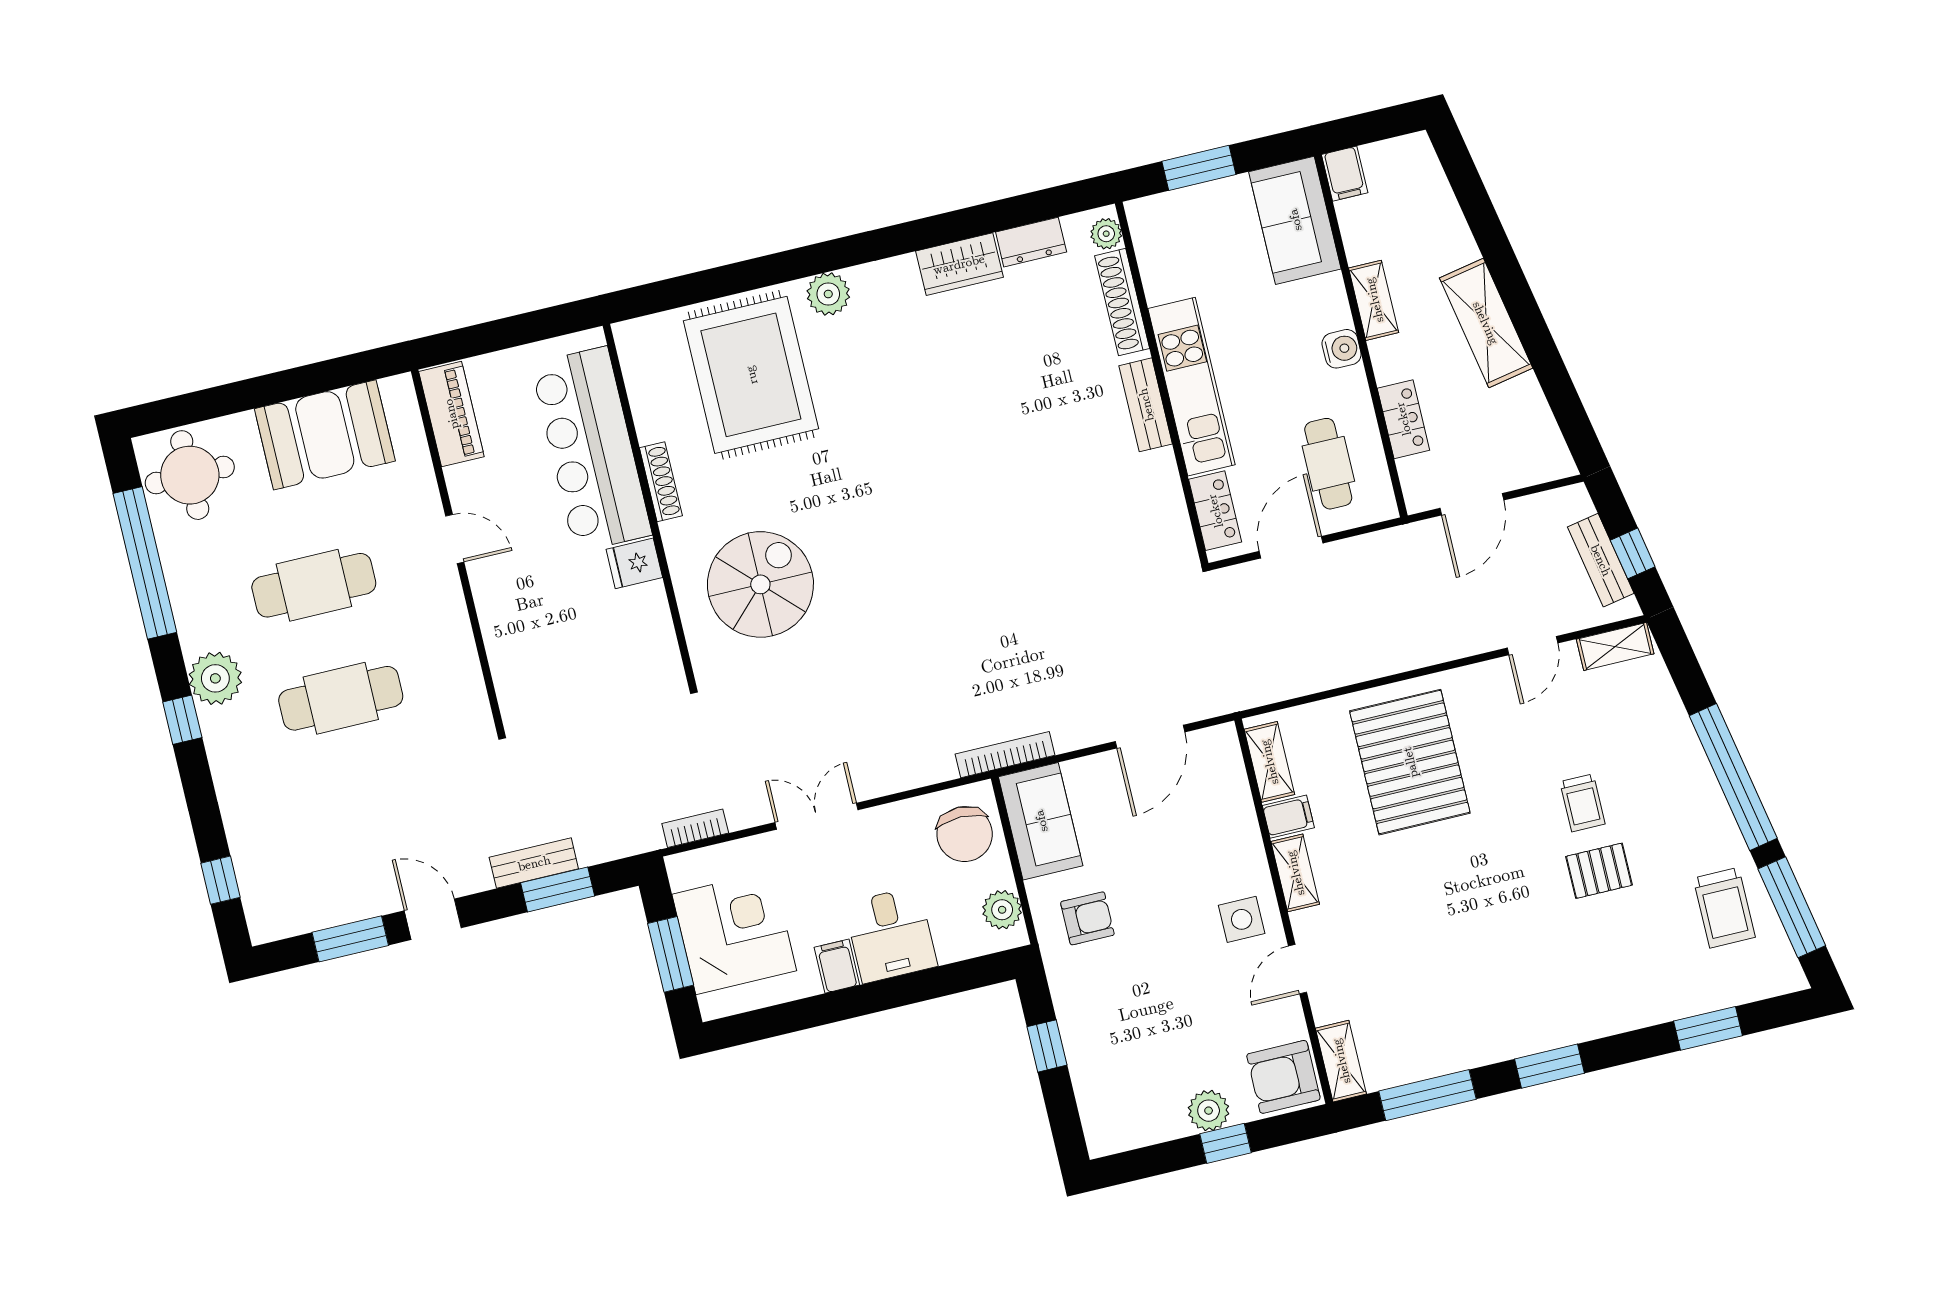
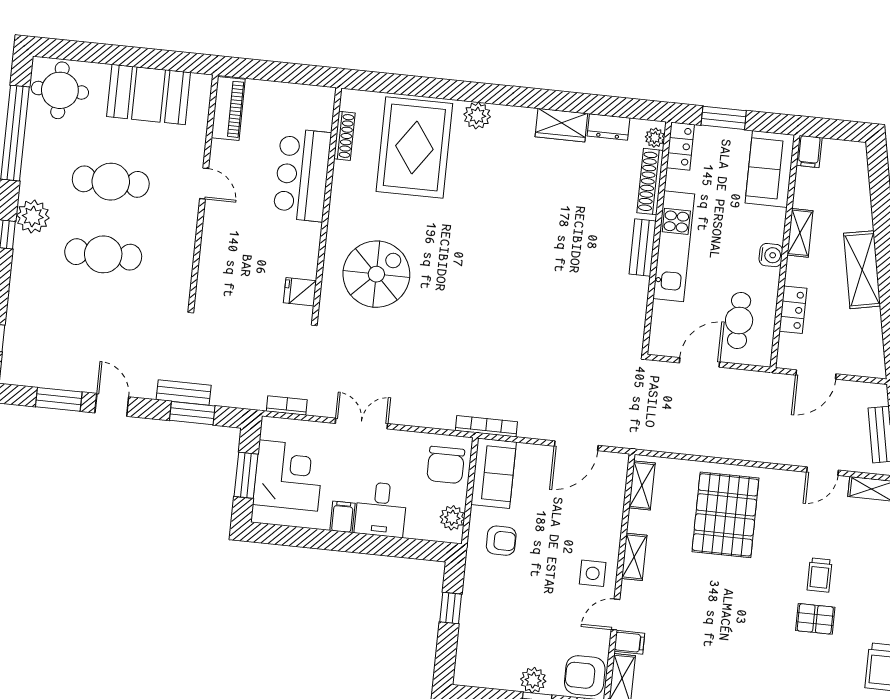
bar counter: (591, 449) -> (302, 175), width x0.73
shoe rack: (661, 482) -> (344, 136), moved
locker: (1215, 511) -> (680, 146), moved
fridge: (634, 563) -> (300, 292), moved
filing cabinet: (1288, 817) -> (629, 642), moved

